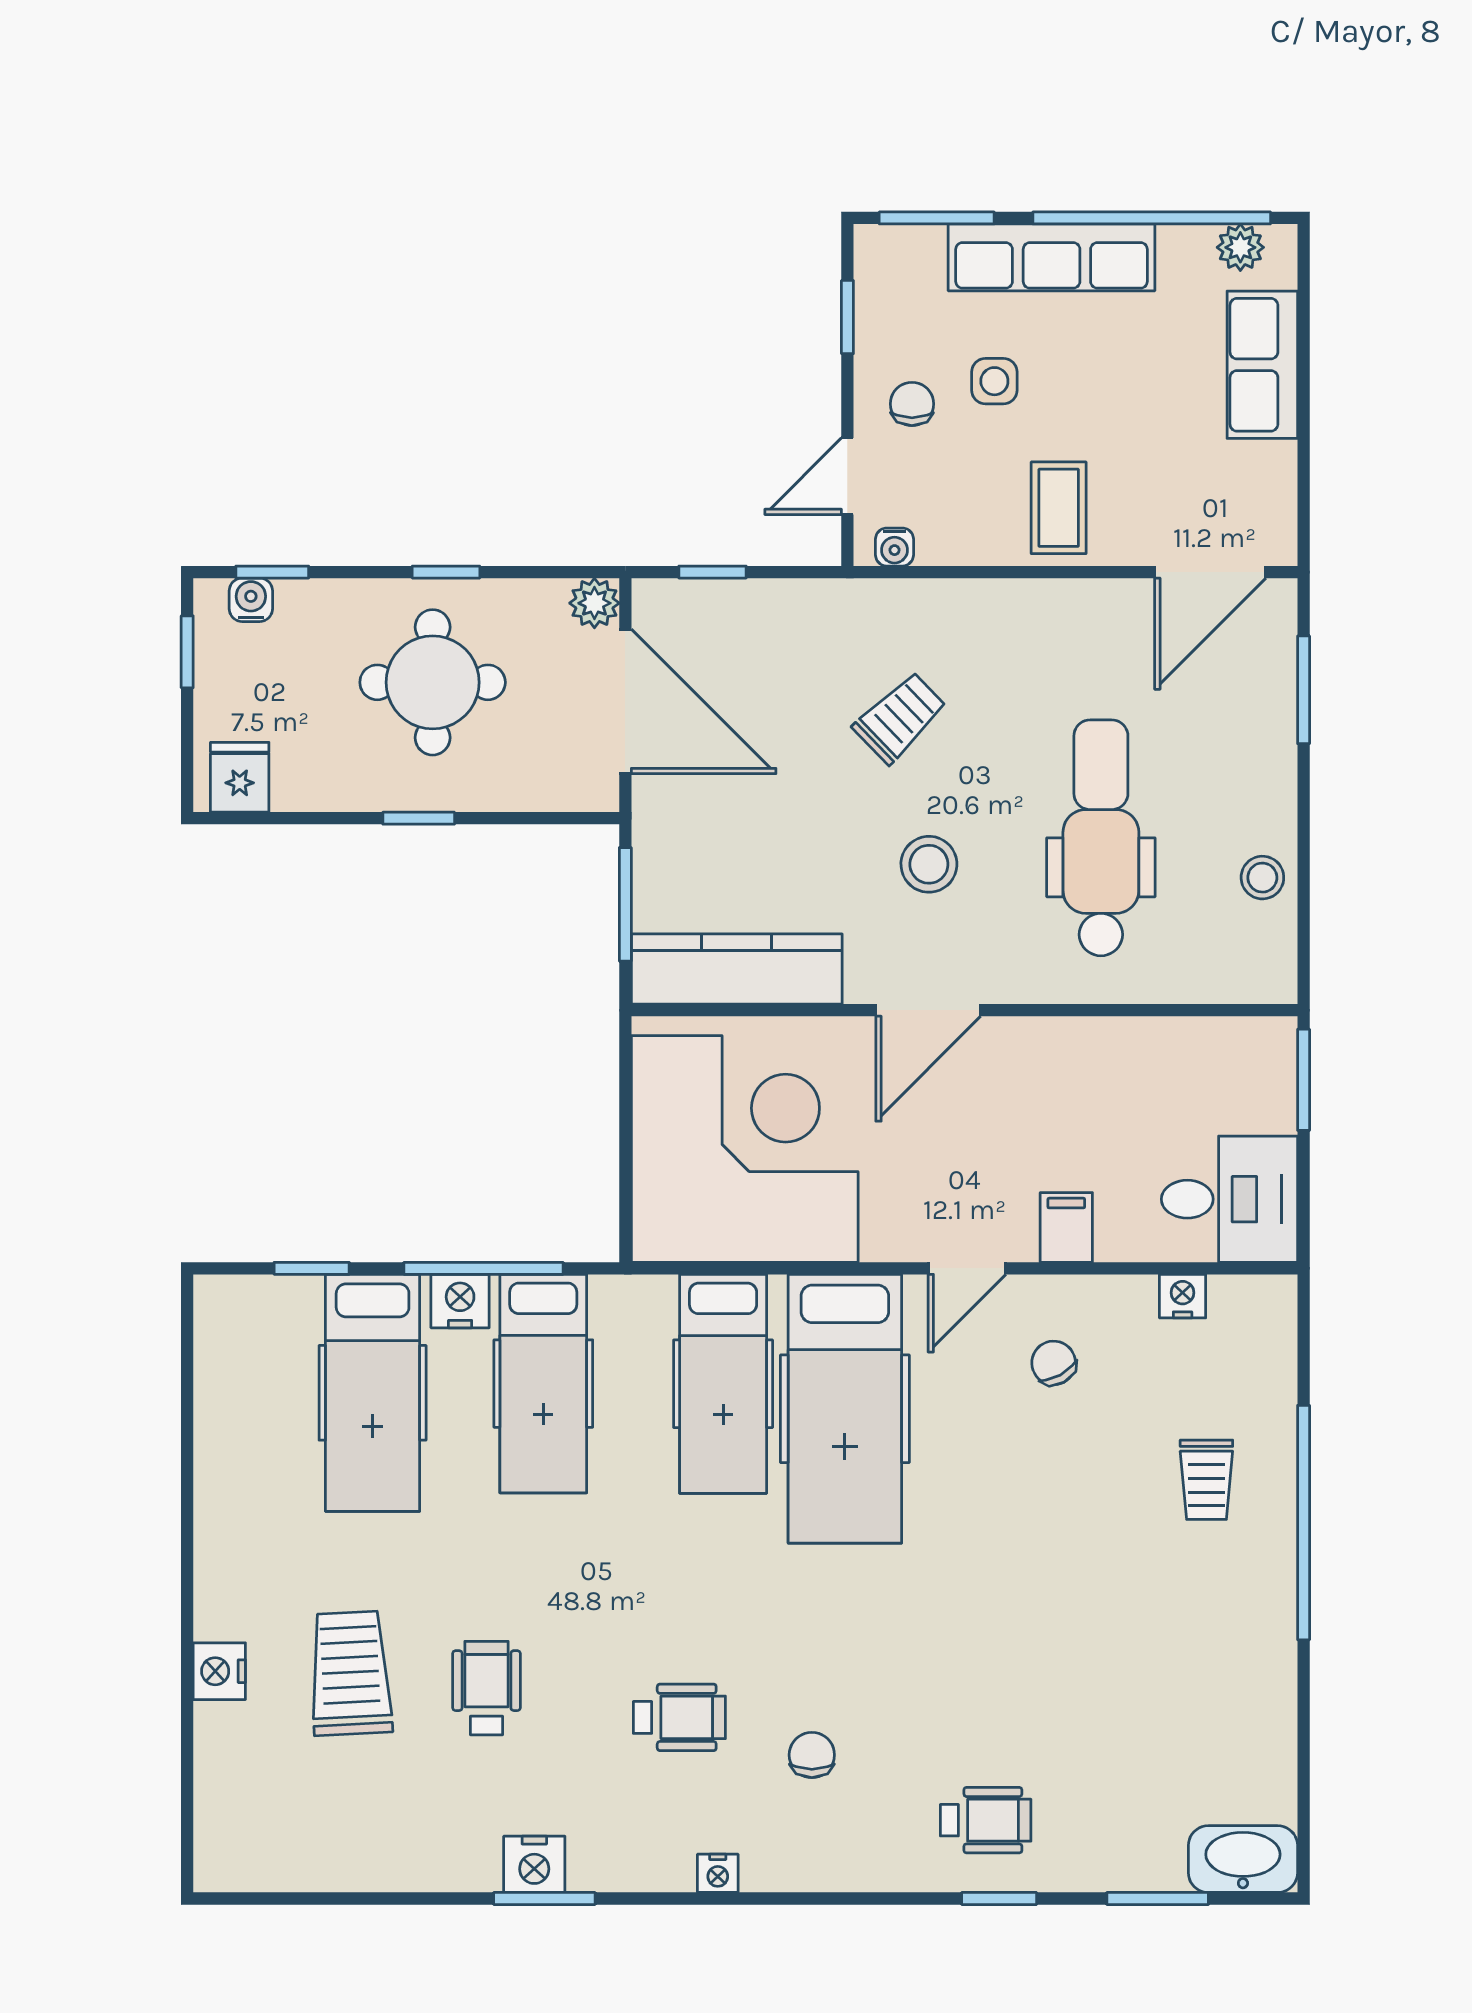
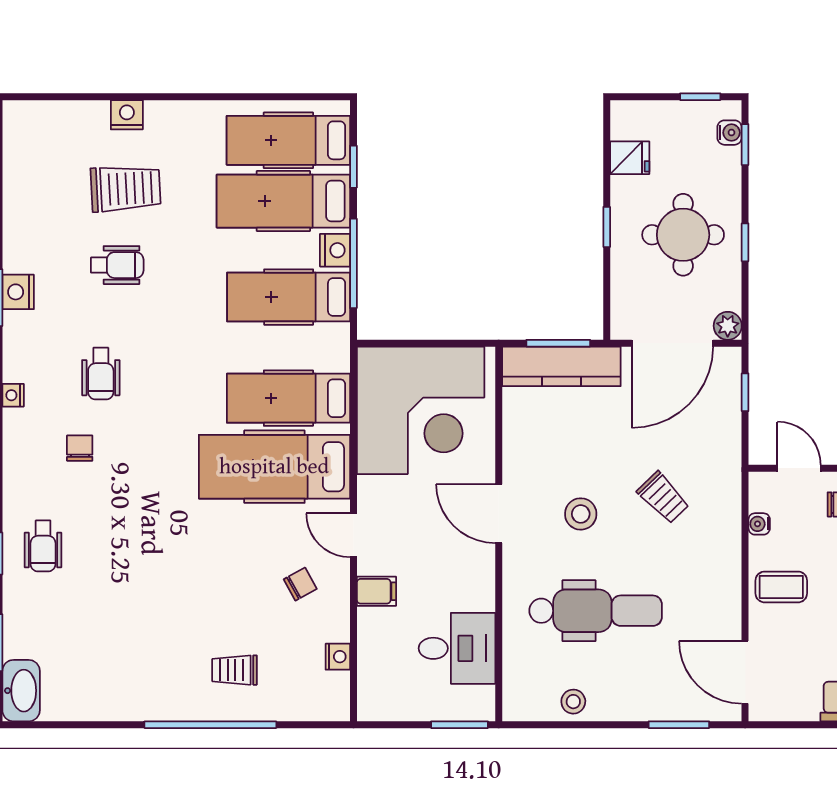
water cooler: (894, 547) -> (759, 524), moved
fridge: (240, 777) -> (630, 158), moved
kitchen counter: (737, 969) -> (561, 366), moved, turned 90
desk: (1229, 1199) -> (457, 648), moved, turned -90
hospital bed: (265, 1384) -> (288, 140), added
chair: (812, 1755) -> (80, 448), turned -90

